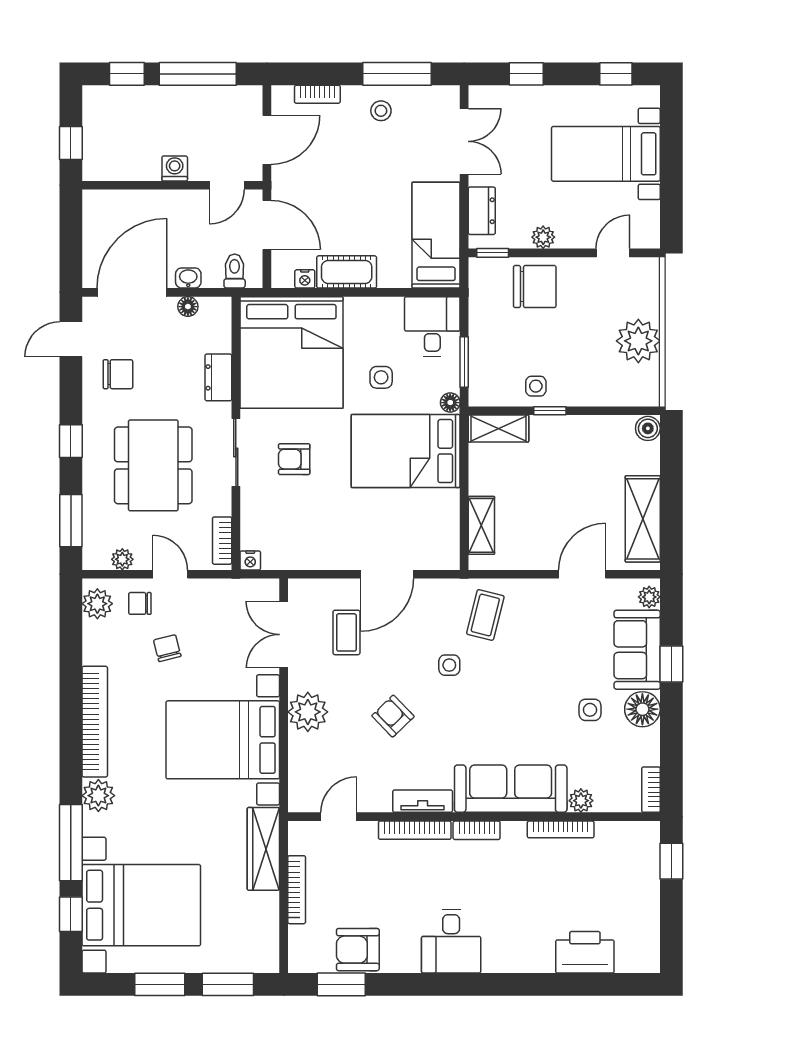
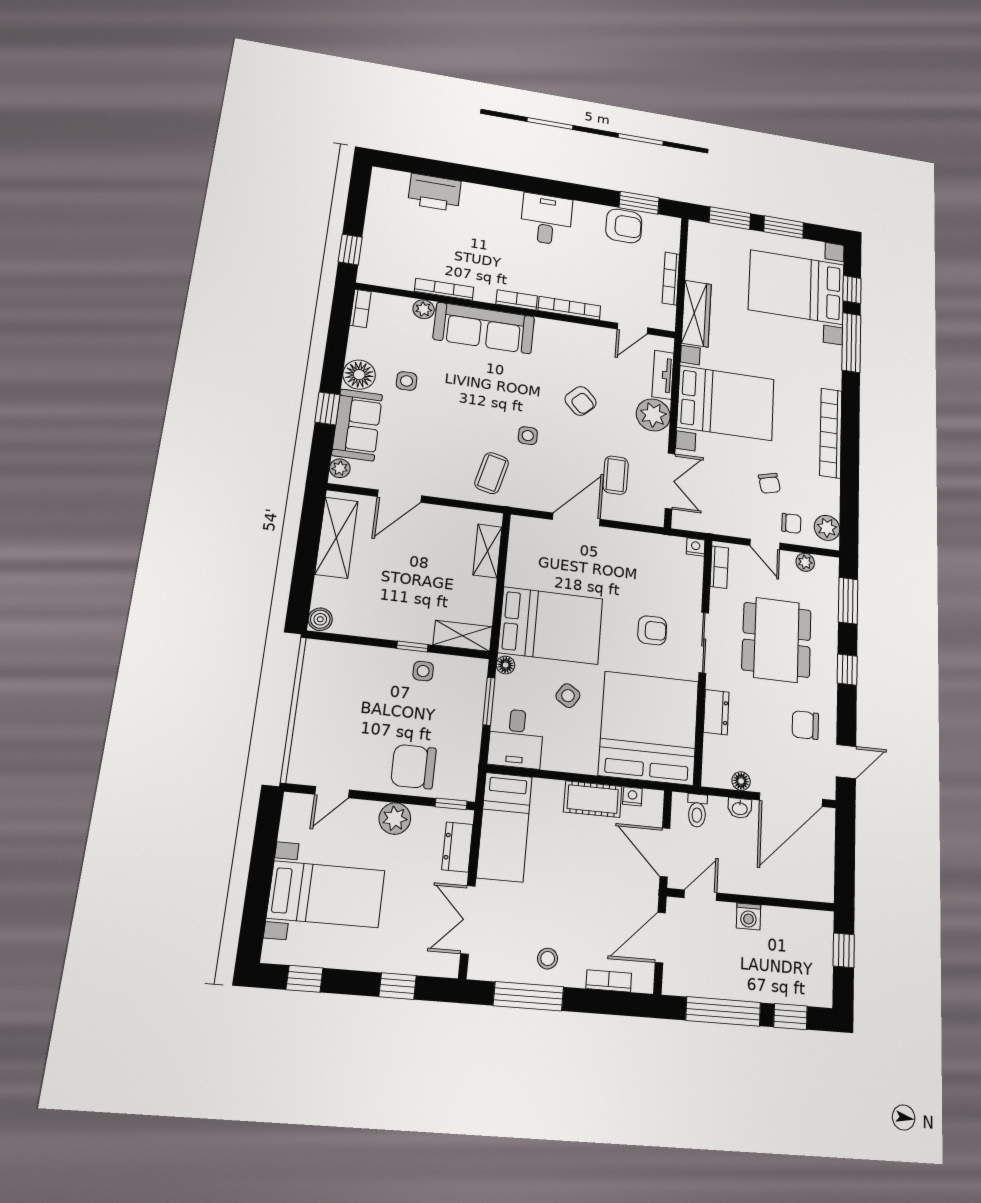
plant: (543, 237) -> (395, 818), width x1.38, depth x1.38
plant: (638, 341) -> (318, 703), removed
side table: (381, 377) -> (568, 696), turned 33
plant: (98, 796) -> (829, 375), removed
tv unit: (423, 801) -> (663, 375), moved, turned 90

